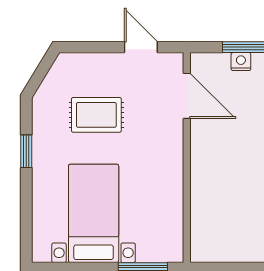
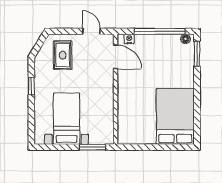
nightstand: (241, 62) -> (129, 39), moved
rug: (96, 115) -> (63, 55), moved, turned 90

